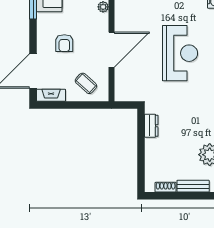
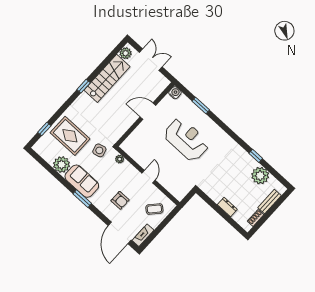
door: (112, 50) -> (149, 177), width x0.53
dresser: (151, 126) -> (227, 207), moved

